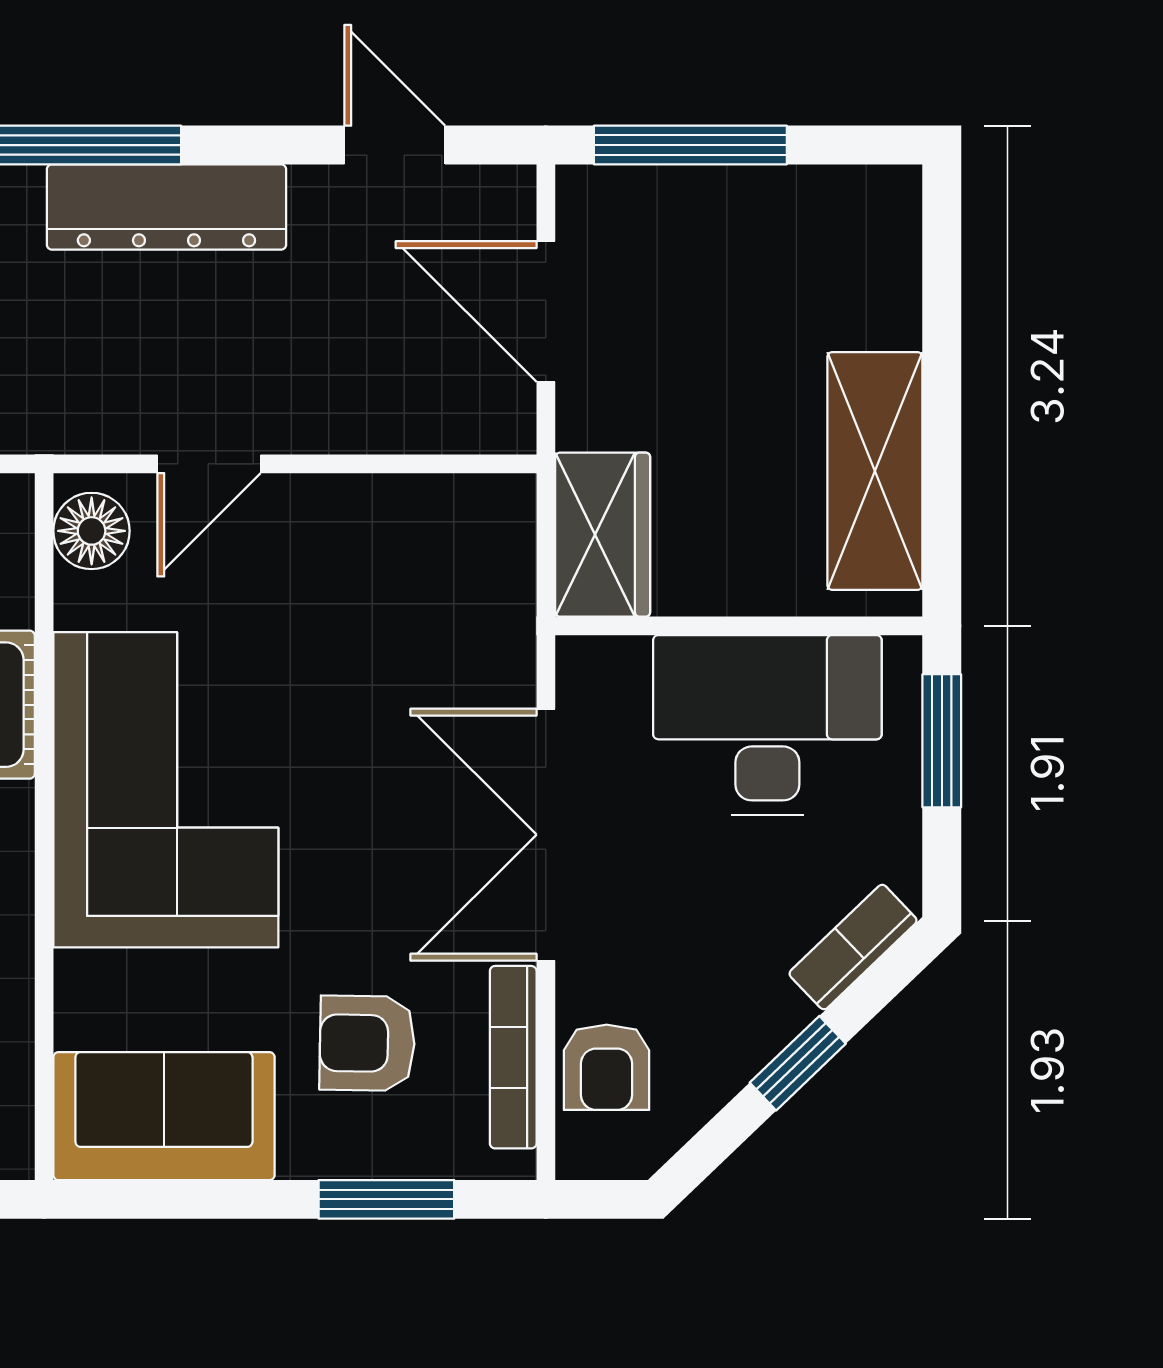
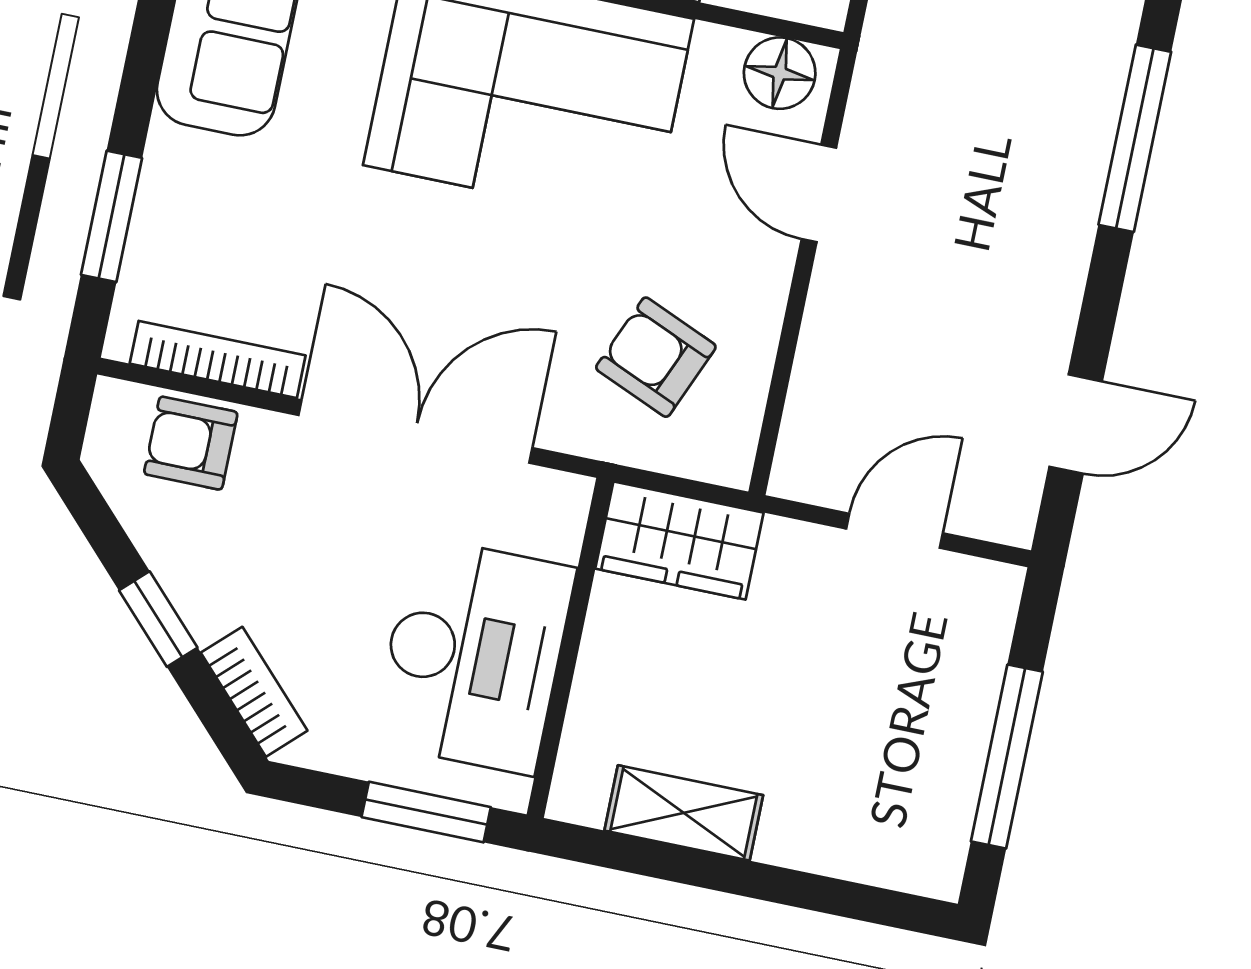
window: (690, 145) -> (1007, 756), moved
dresser: (166, 207) -> (1062, 203), removed
door: (546, 312) -> (894, 531), width x0.73
shelving: (875, 471) -> (684, 813), width x0.67, depth x0.75
armchair: (367, 1043) -> (656, 357), moved, turned -68

